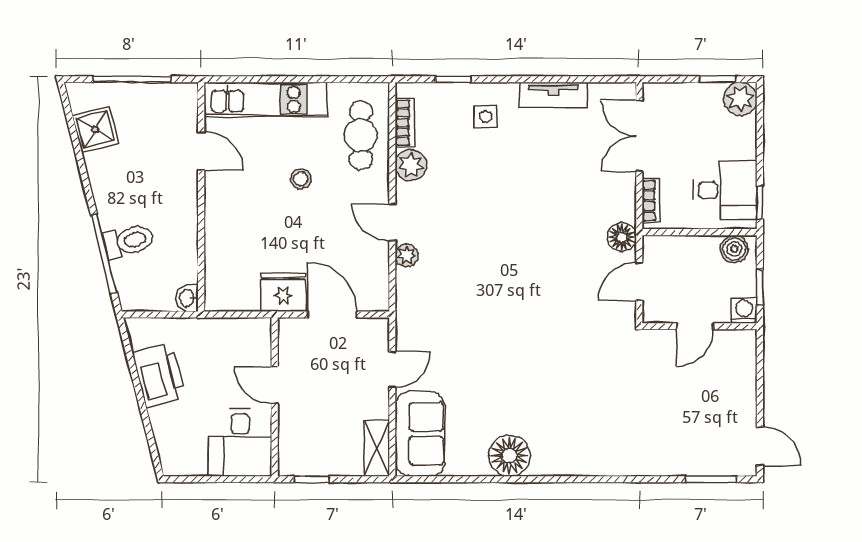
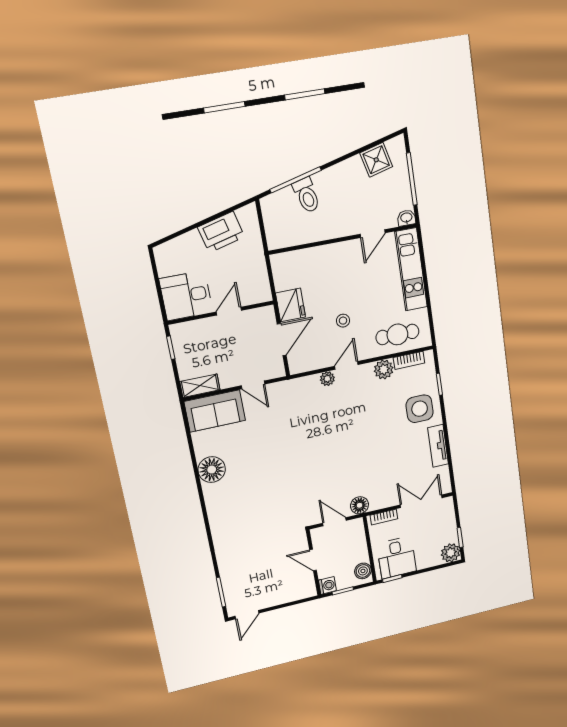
side table: (486, 117) -> (420, 409), width x1.87, depth x1.87
stool: (301, 179) -> (343, 321), moved
washbasin: (187, 298) -> (406, 218), moved

